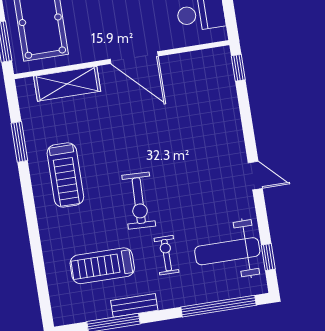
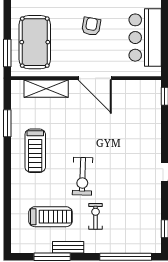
weight bench: (227, 251) -> (137, 220), removed
treadmill: (102, 266) -> (51, 217), turned 180

